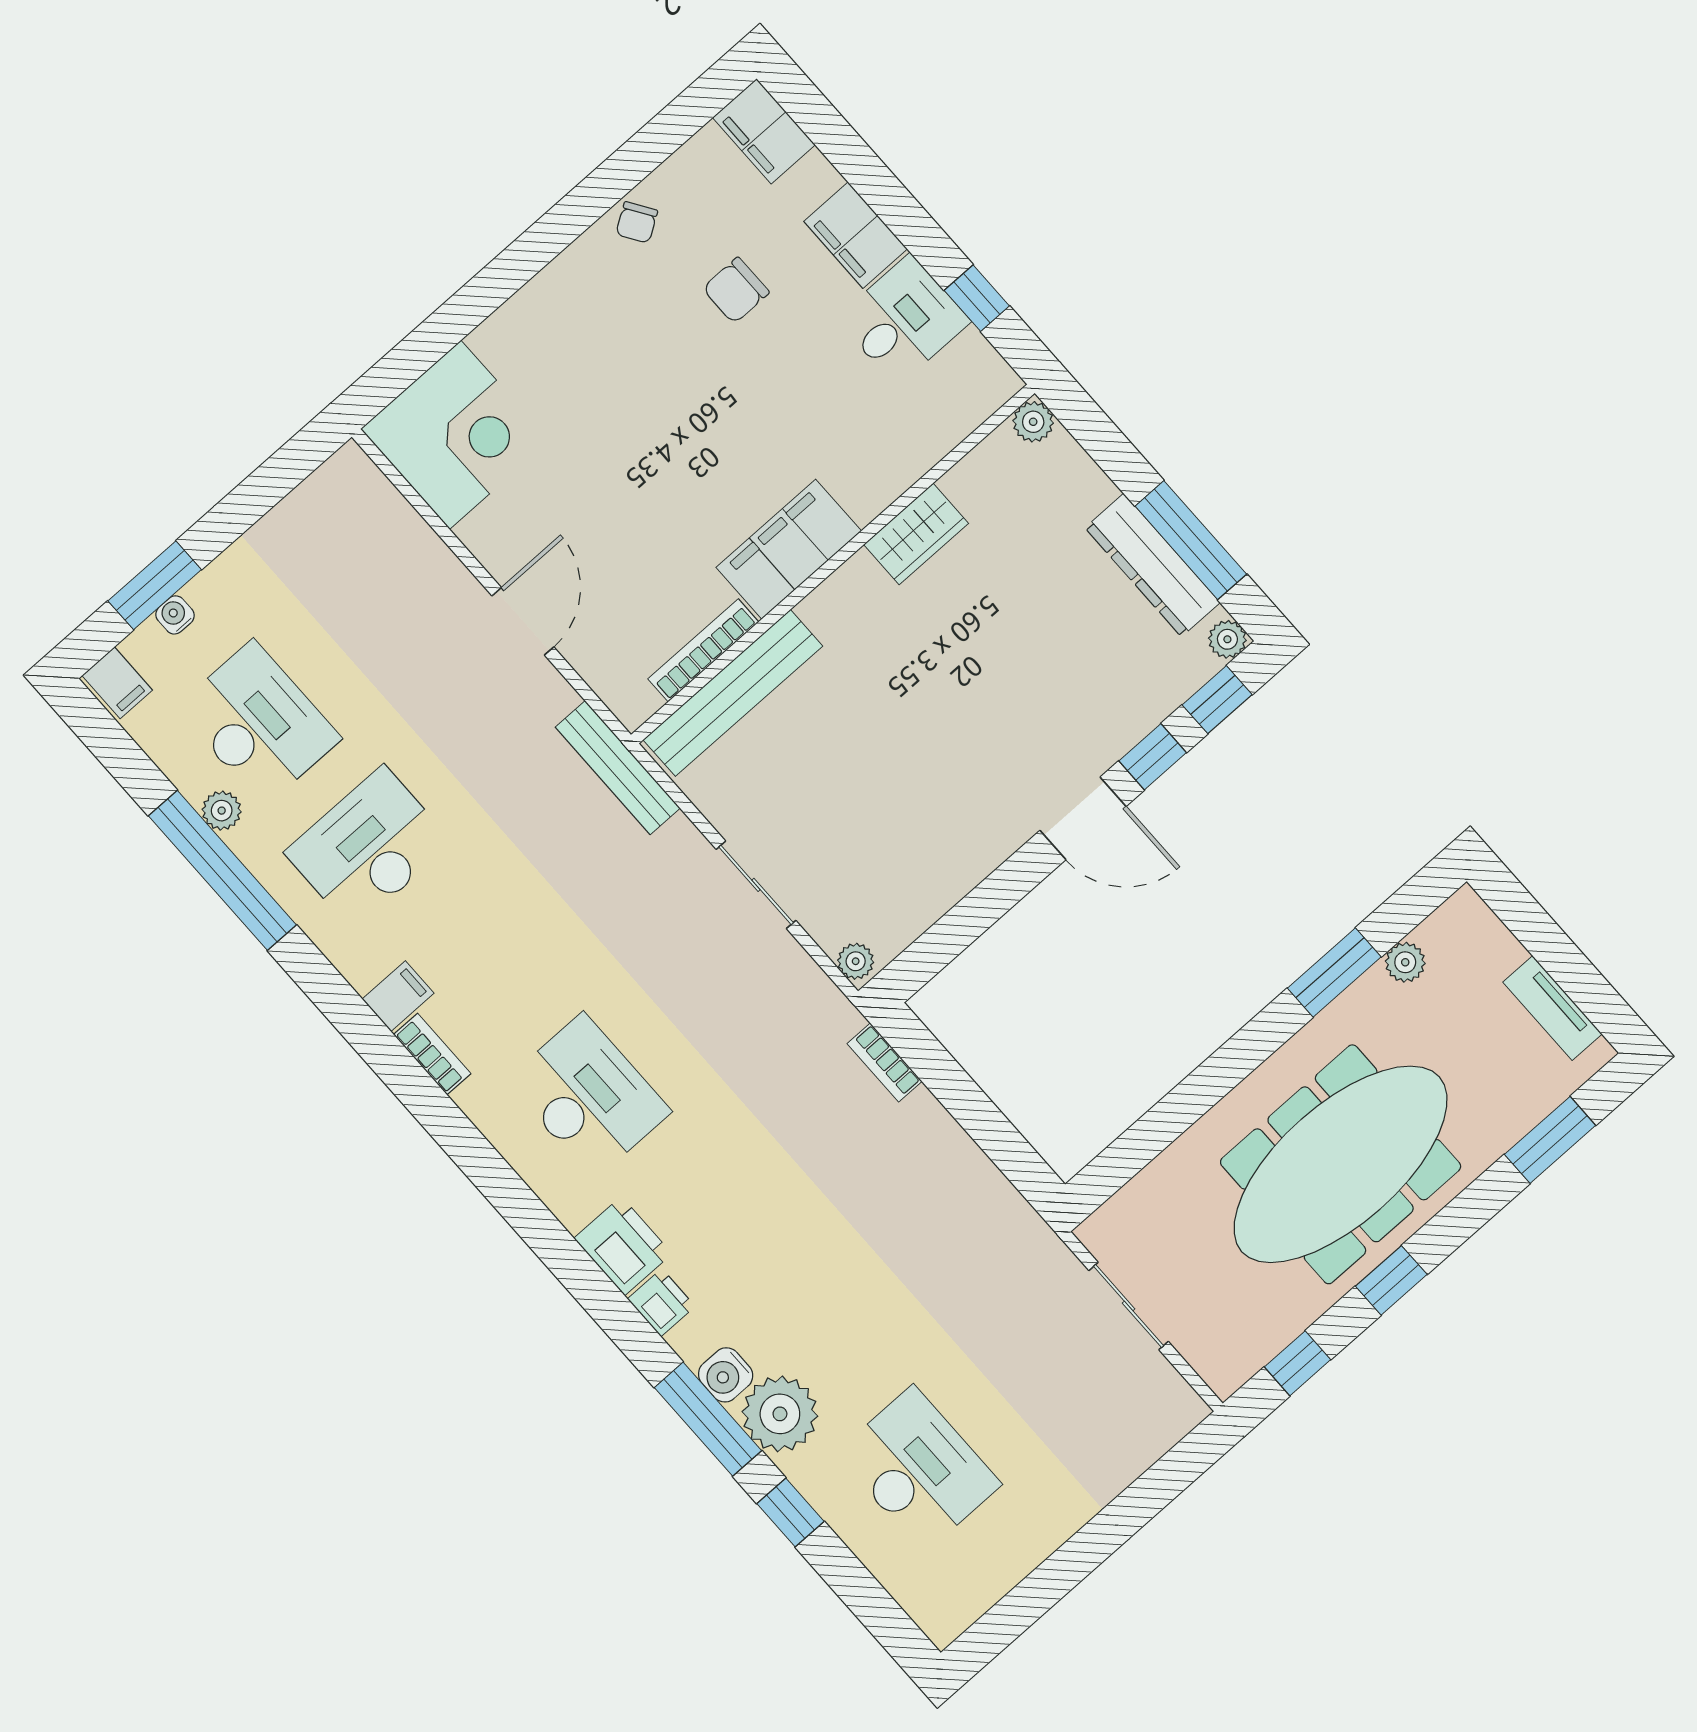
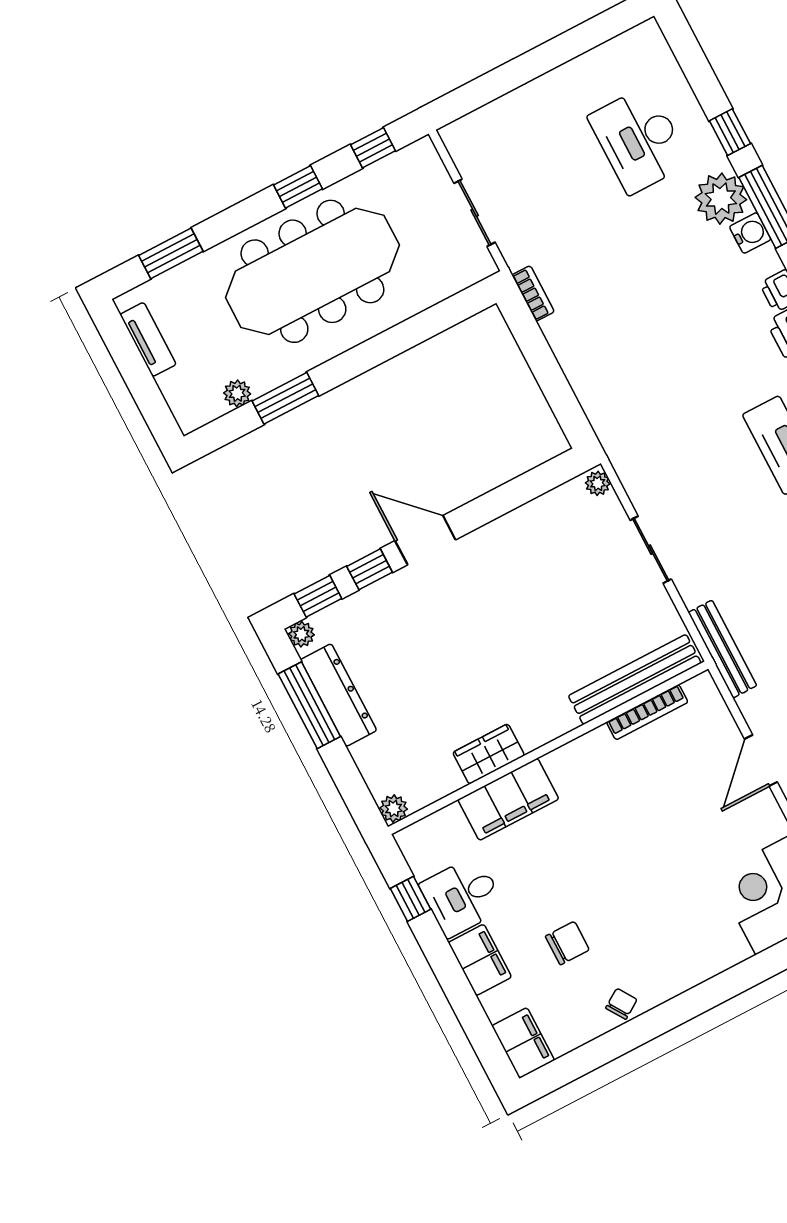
filing cabinet: (789, 549) -> (508, 799), moved
bookcase: (885, 1062) -> (533, 293), moved

